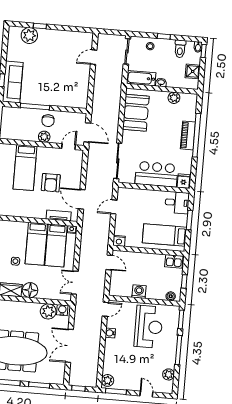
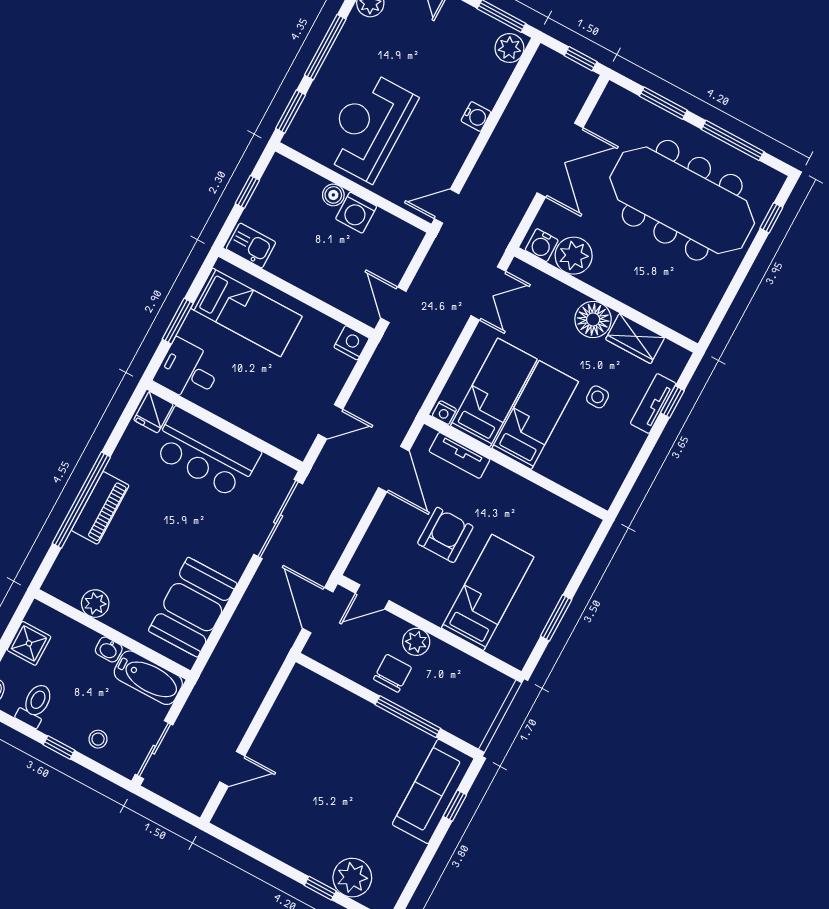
boiler: (171, 296) -> (333, 195), moved
water cooler: (110, 333) -> (476, 116), moved

